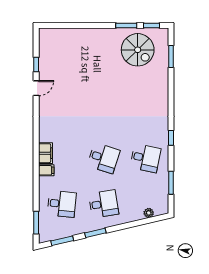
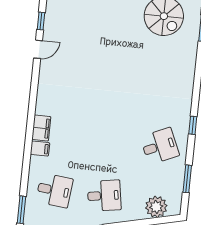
desk: (104, 158) -> (110, 141), removed
desk: (145, 158) -> (160, 146), turned -36
plant: (149, 213) -> (156, 207), width x1.88, depth x1.88

